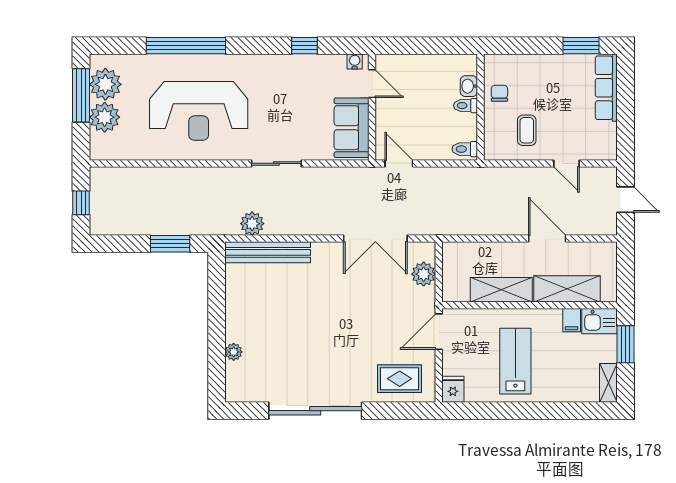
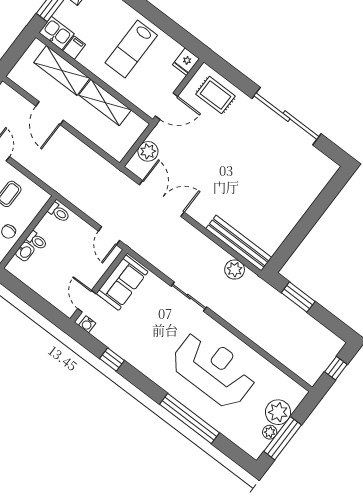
plant: (105, 84) -> (270, 432), width x0.53, depth x0.53
plant: (234, 352) -> (310, 195), removed

